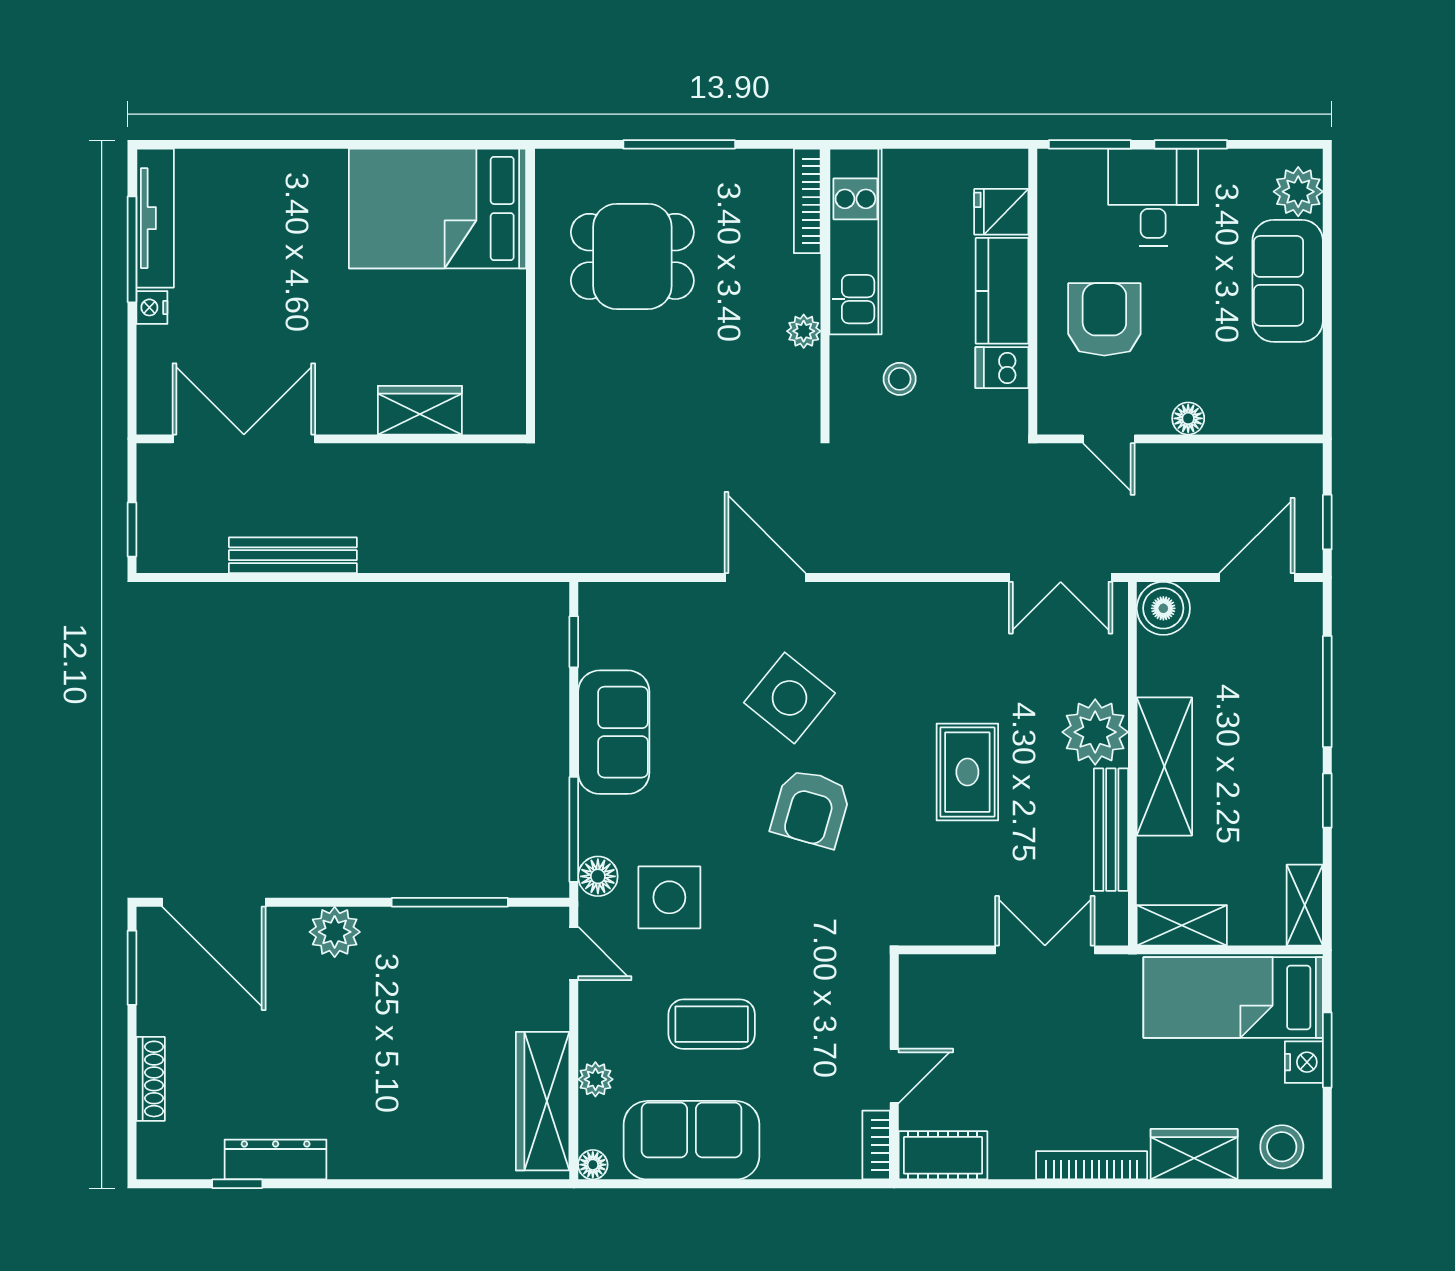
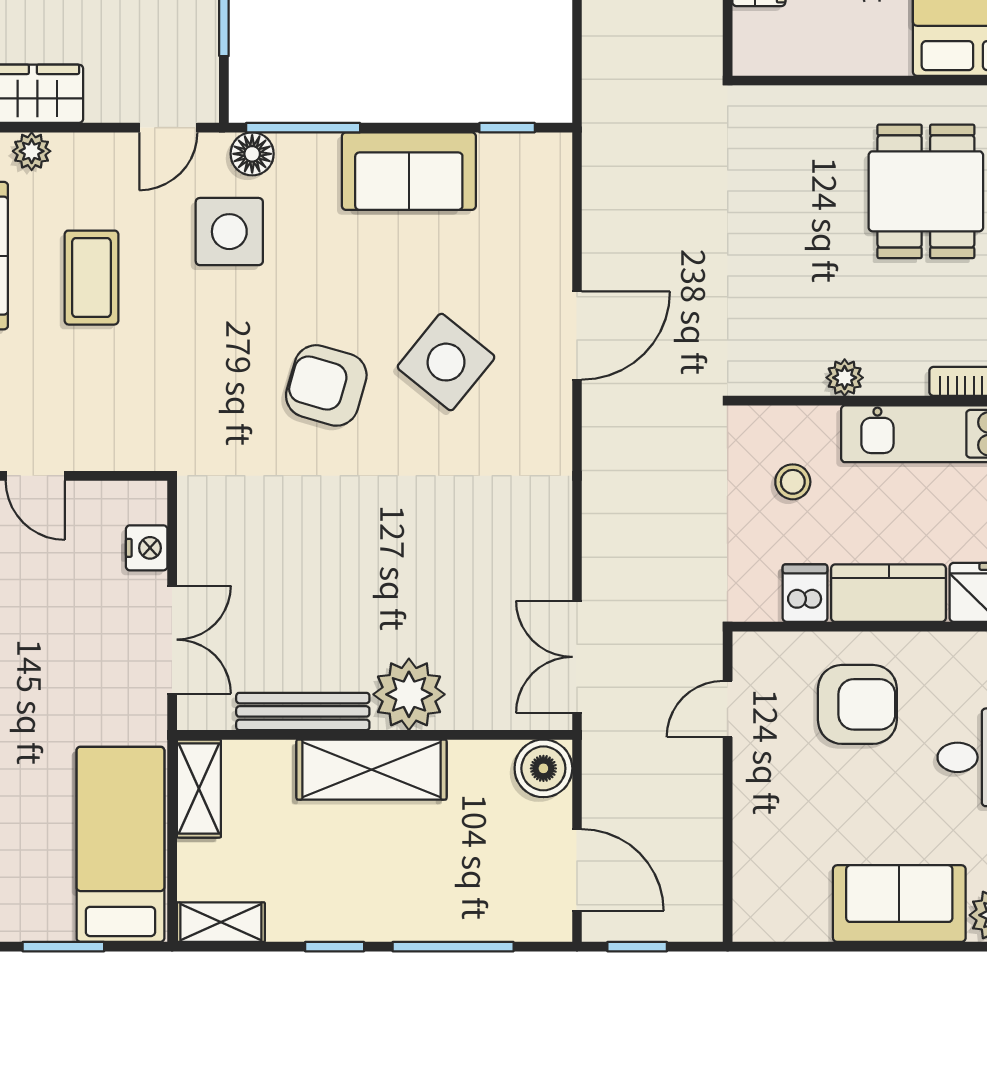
floor lamp: (1188, 418) -> (750, 795), removed
rug: (967, 772) -> (365, 555), removed
nightstand: (1304, 1062) -> (147, 548), moved, turned -90

